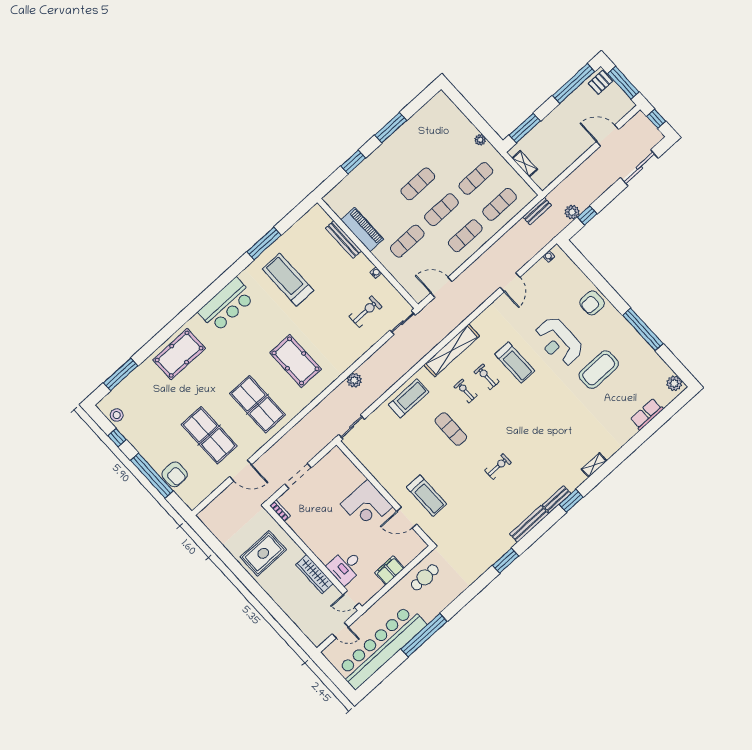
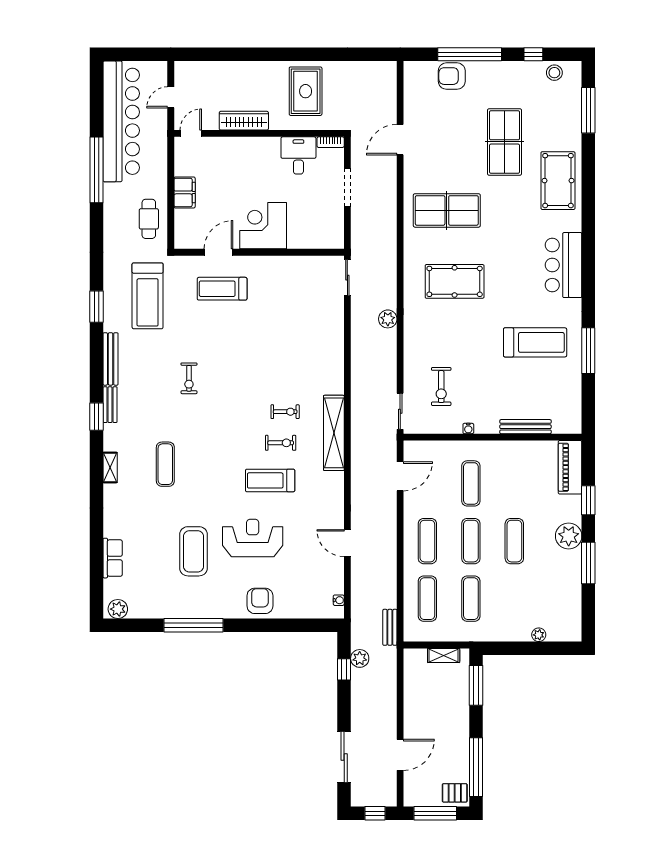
pallet: (601, 82) -> (455, 793), turned 90
plant: (480, 140) -> (539, 635), moved
plant: (385, 154) -> (569, 536), added
piano: (362, 229) -> (570, 467), moved, turned 90
treadmill: (409, 398) -> (148, 296), moved, width x1.37, depth x1.38
exercise mat: (451, 429) -> (165, 464), moved, turned 90
table tennis table: (209, 435) -> (504, 142), moved, turned 90
desk: (346, 567) -> (298, 155), moved

